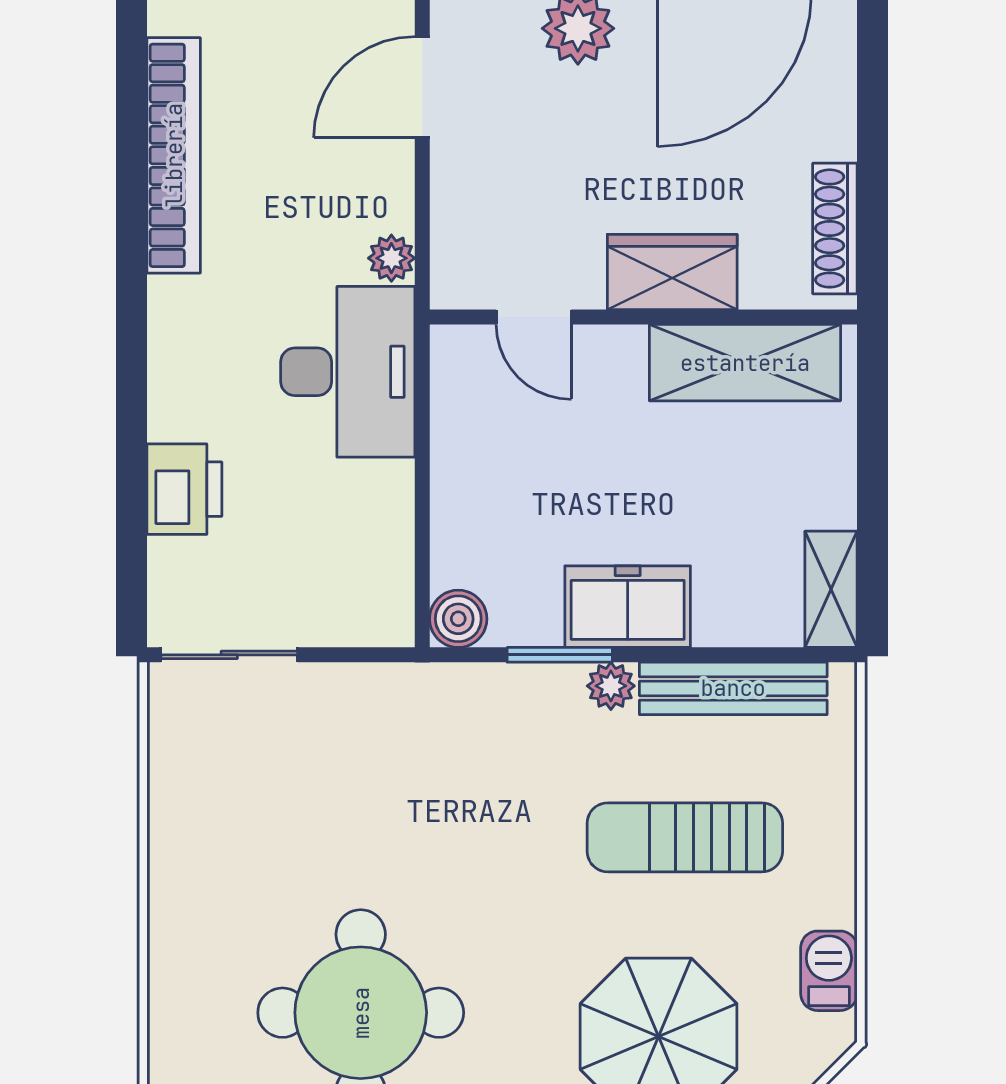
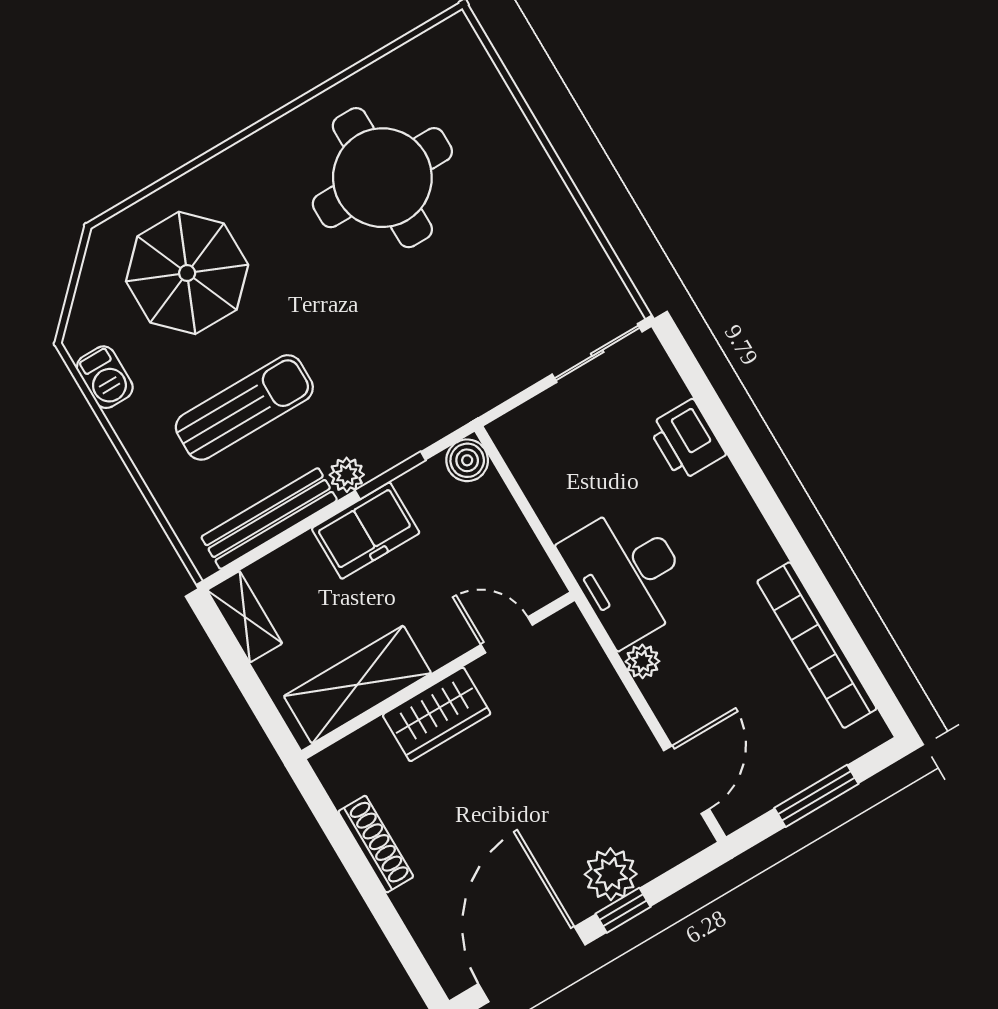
wardrobe: (672, 272) -> (437, 714), moved
door: (534, 317) -> (507, 635), moved
wall: (643, 317) -> (438, 676), moved
shelving: (745, 363) -> (358, 685), moved

